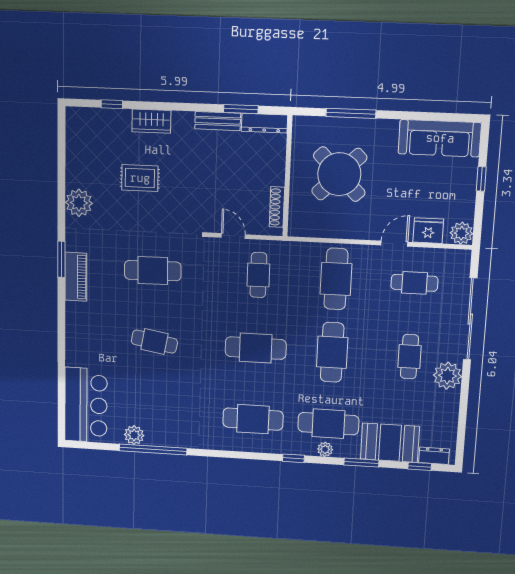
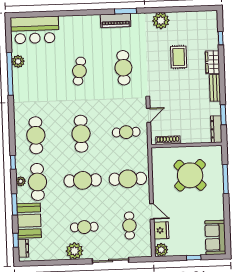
bench: (218, 121) -> (215, 88), moved
sofa: (440, 138) -> (215, 237), width x0.73
sliding door: (470, 319) -> (111, 261), width x0.73

